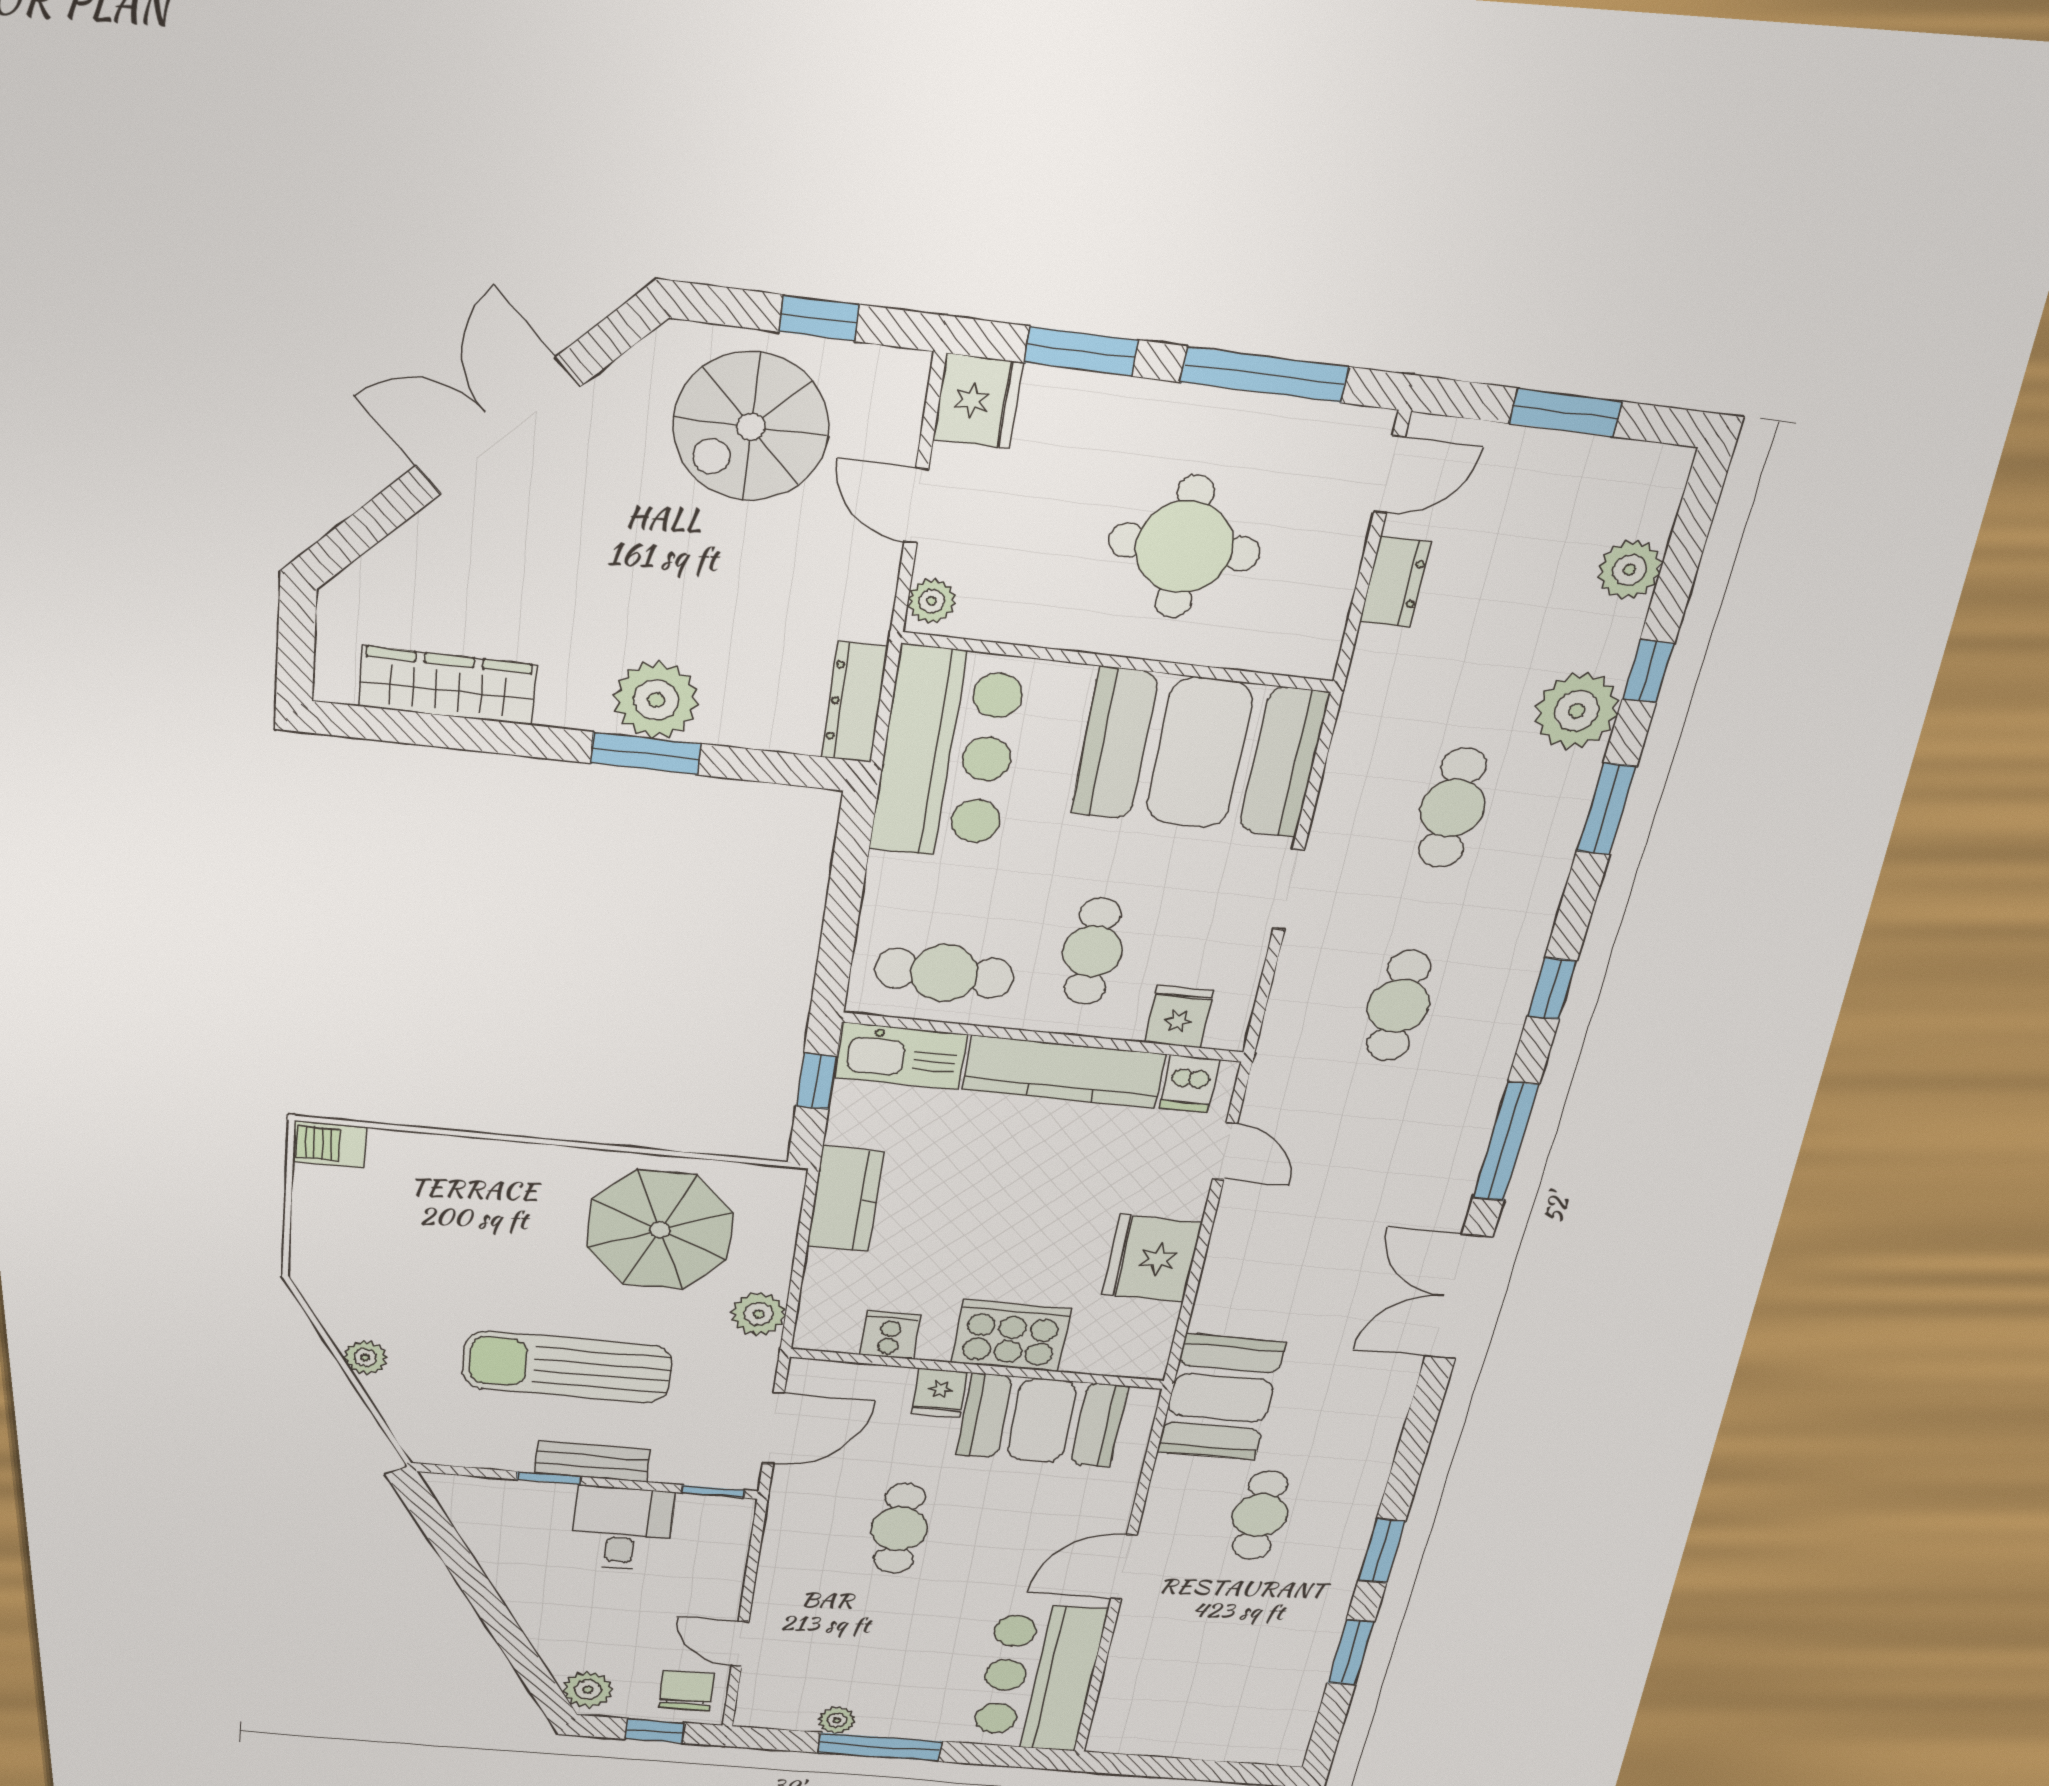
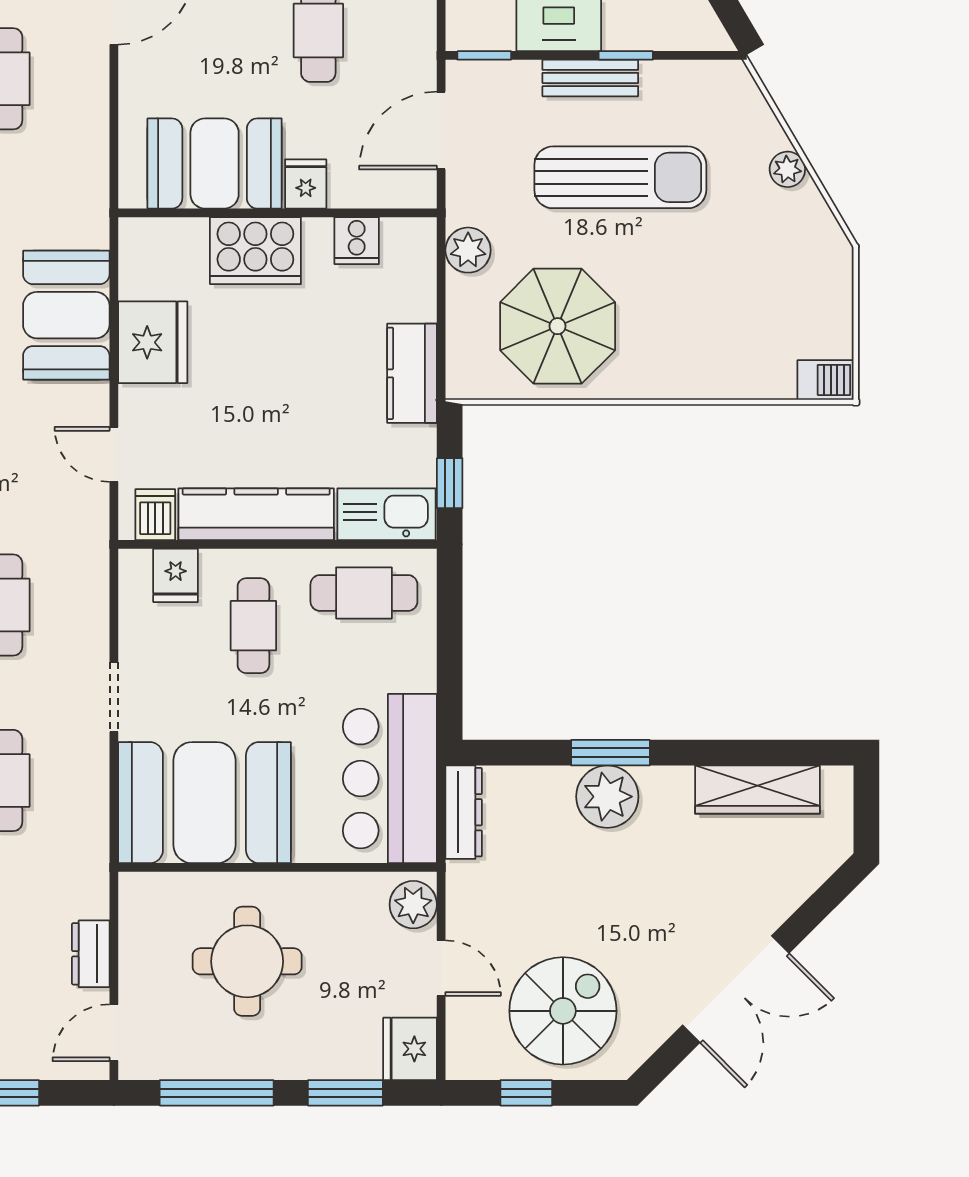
plant: (932, 601) -> (413, 905), width x1.38, depth x1.38
booth: (1221, 1398) -> (66, 315), moved

